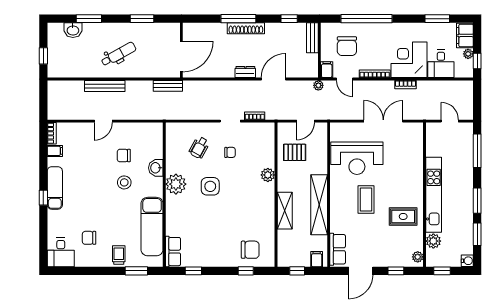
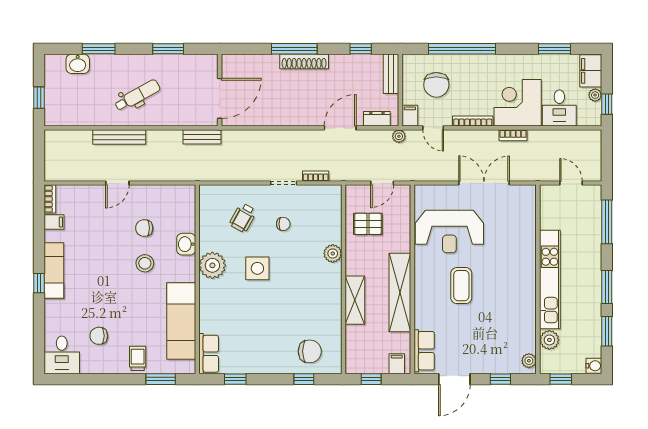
dresser: (245, 72) -> (377, 119), moved
rug: (403, 216) -> (510, 308), removed

